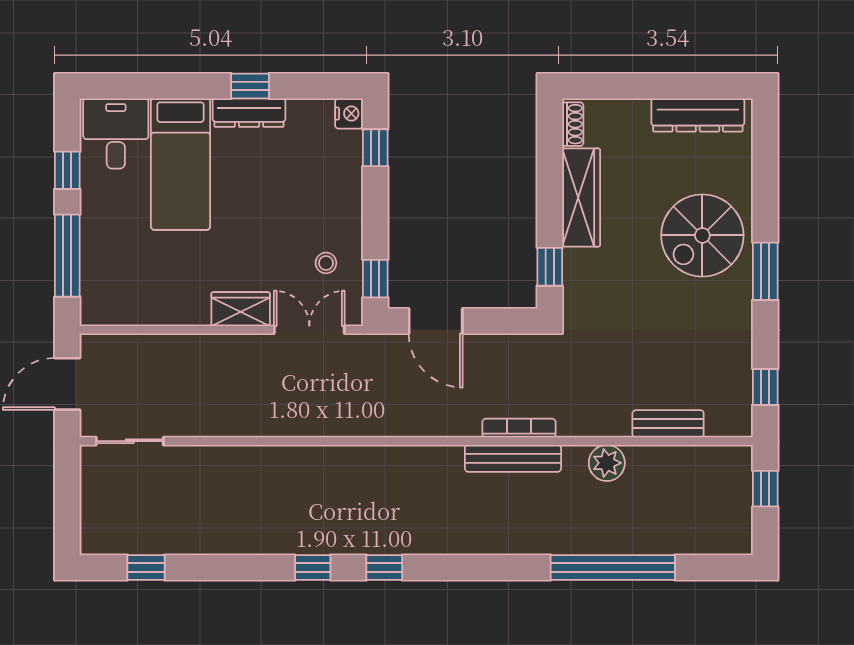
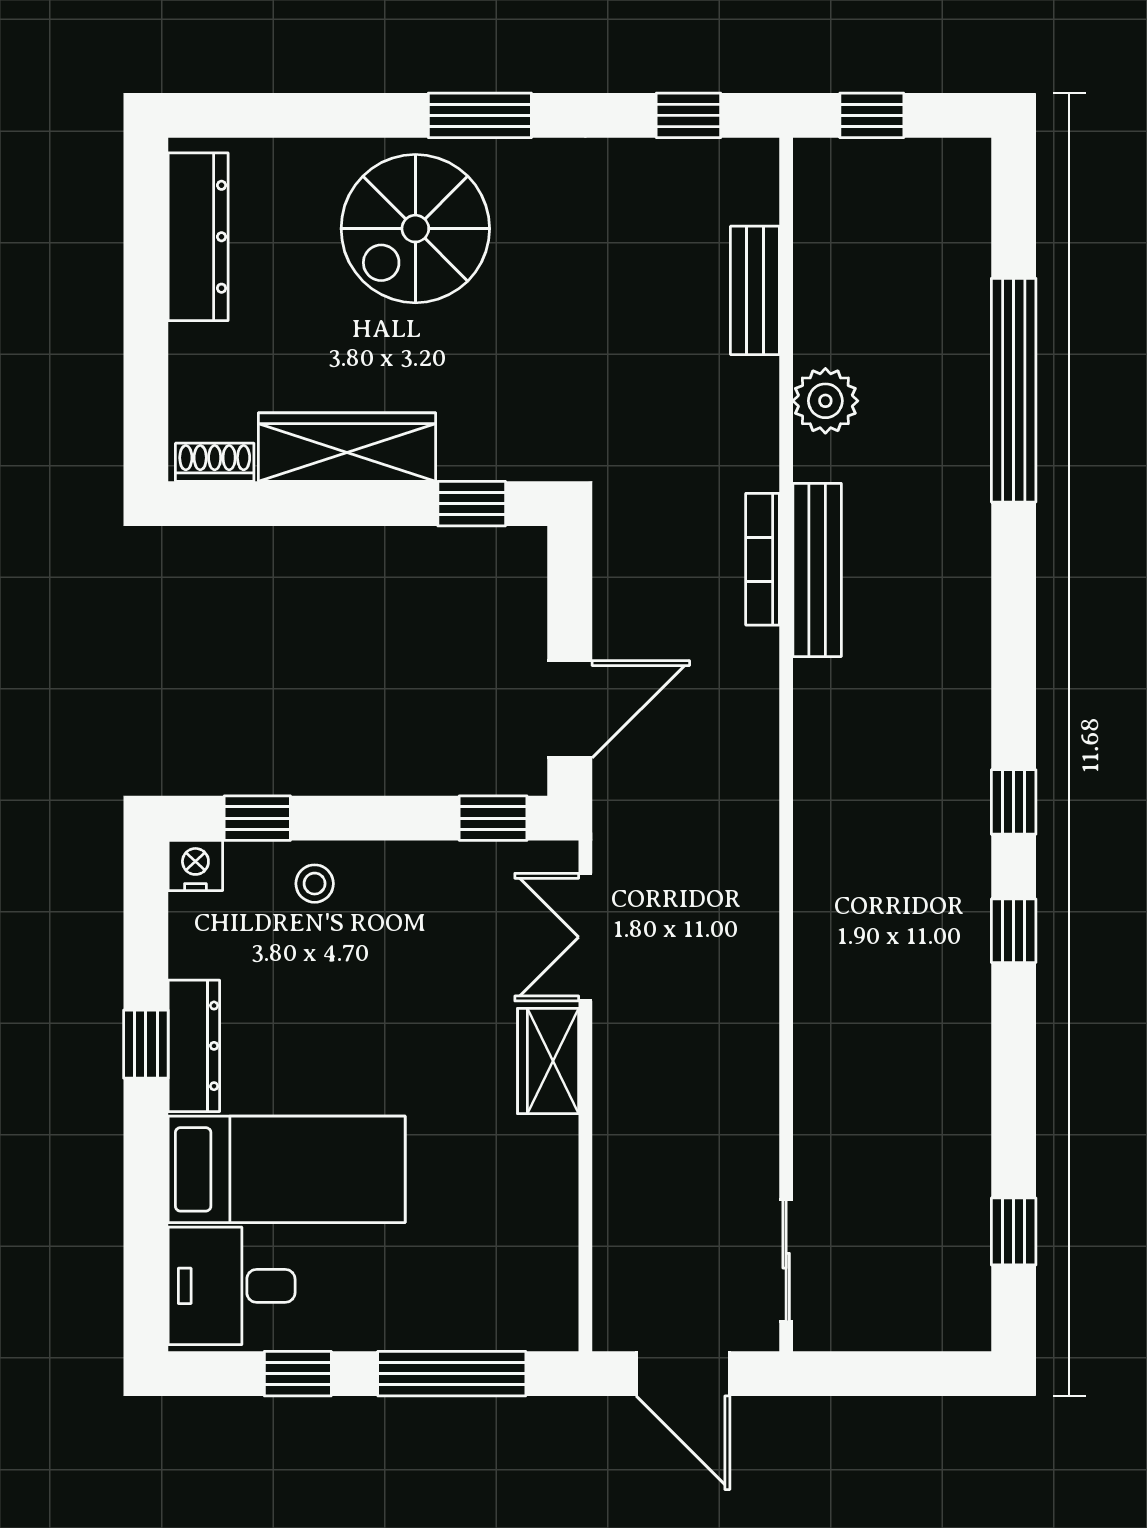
spiral stairs: (702, 235) -> (415, 229), turned 90
stool: (326, 263) -> (315, 884), moved

